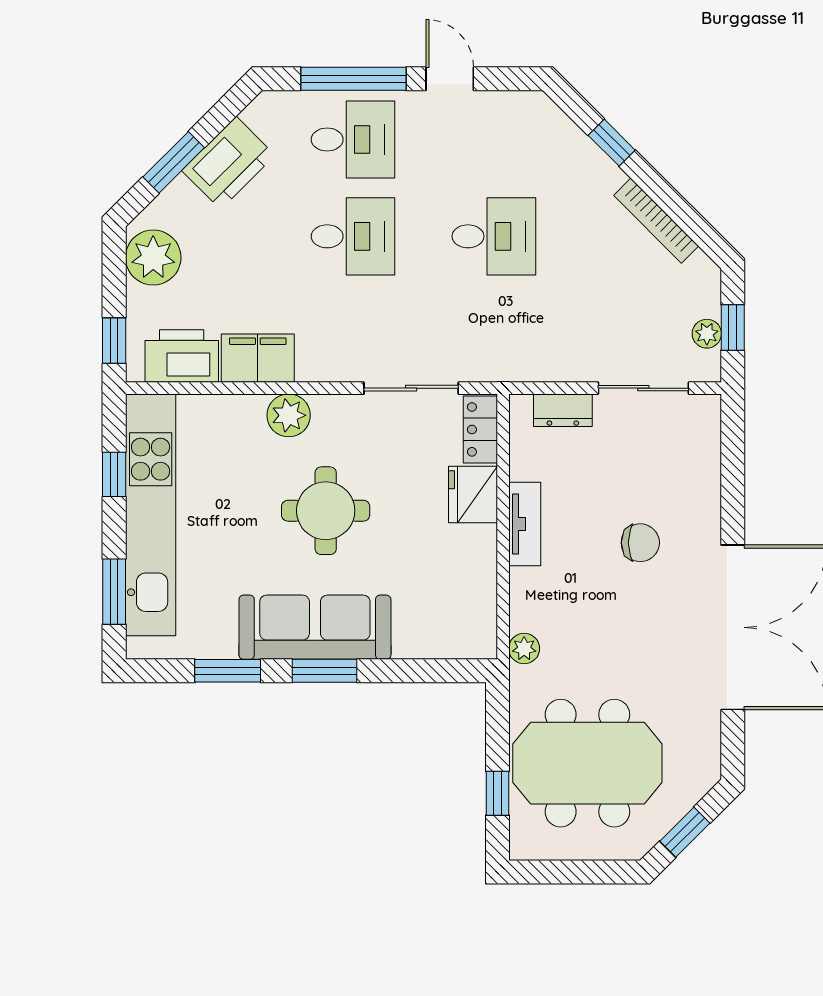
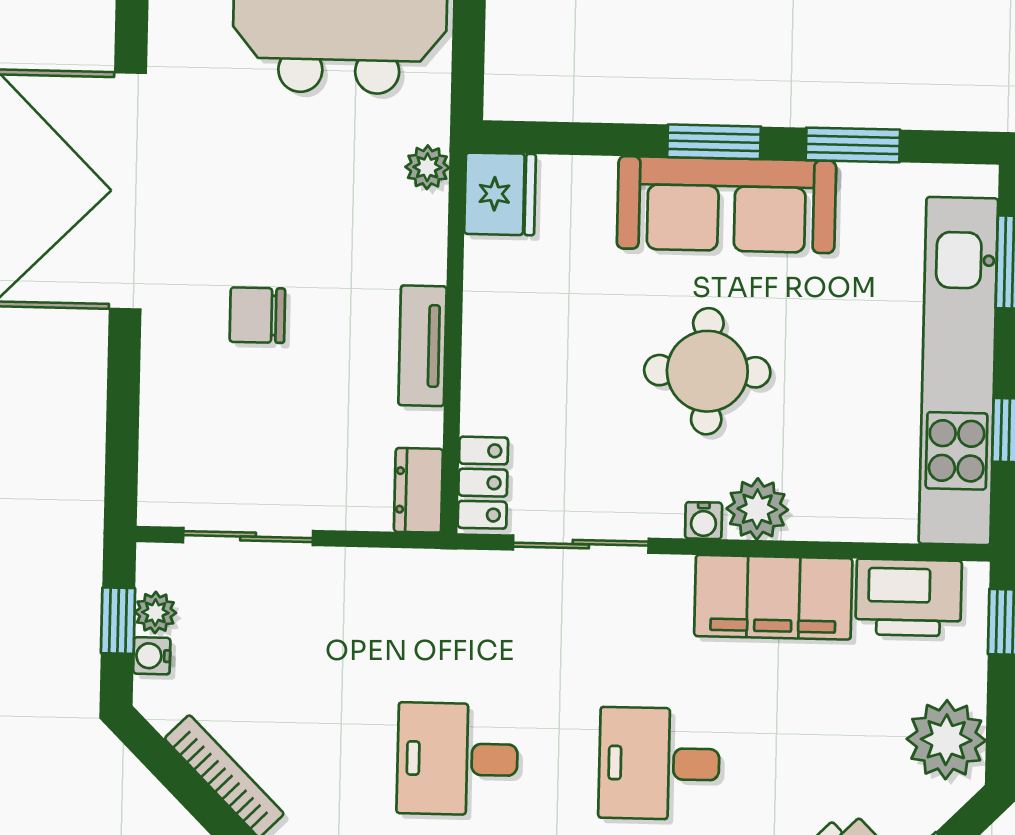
water cooler: (709, 303) -> (152, 656), added
filing cabinet: (258, 358) -> (773, 597), width x1.50, depth x1.17
water cooler: (326, 407) -> (704, 521), added
dresser: (563, 410) -> (418, 490), moved, turned -90
fridge: (473, 494) -> (500, 194), moved

